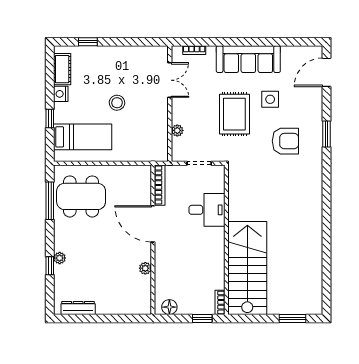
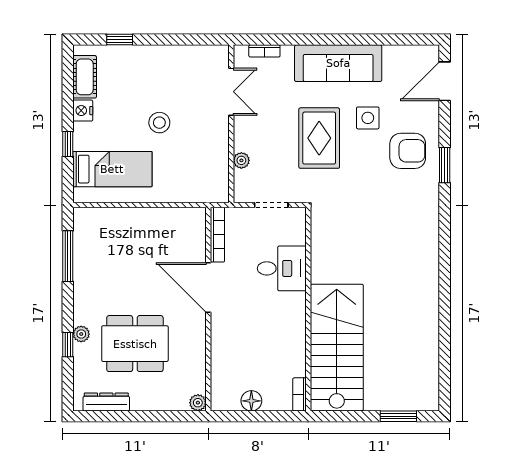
armchair: (285, 141) -> (408, 151), moved
dining table: (81, 196) -> (135, 344), moved
plant: (145, 268) -> (198, 403), moved
floor lamp: (169, 307) -> (251, 401), moved
window: (202, 318) -> (275, 416), removed

